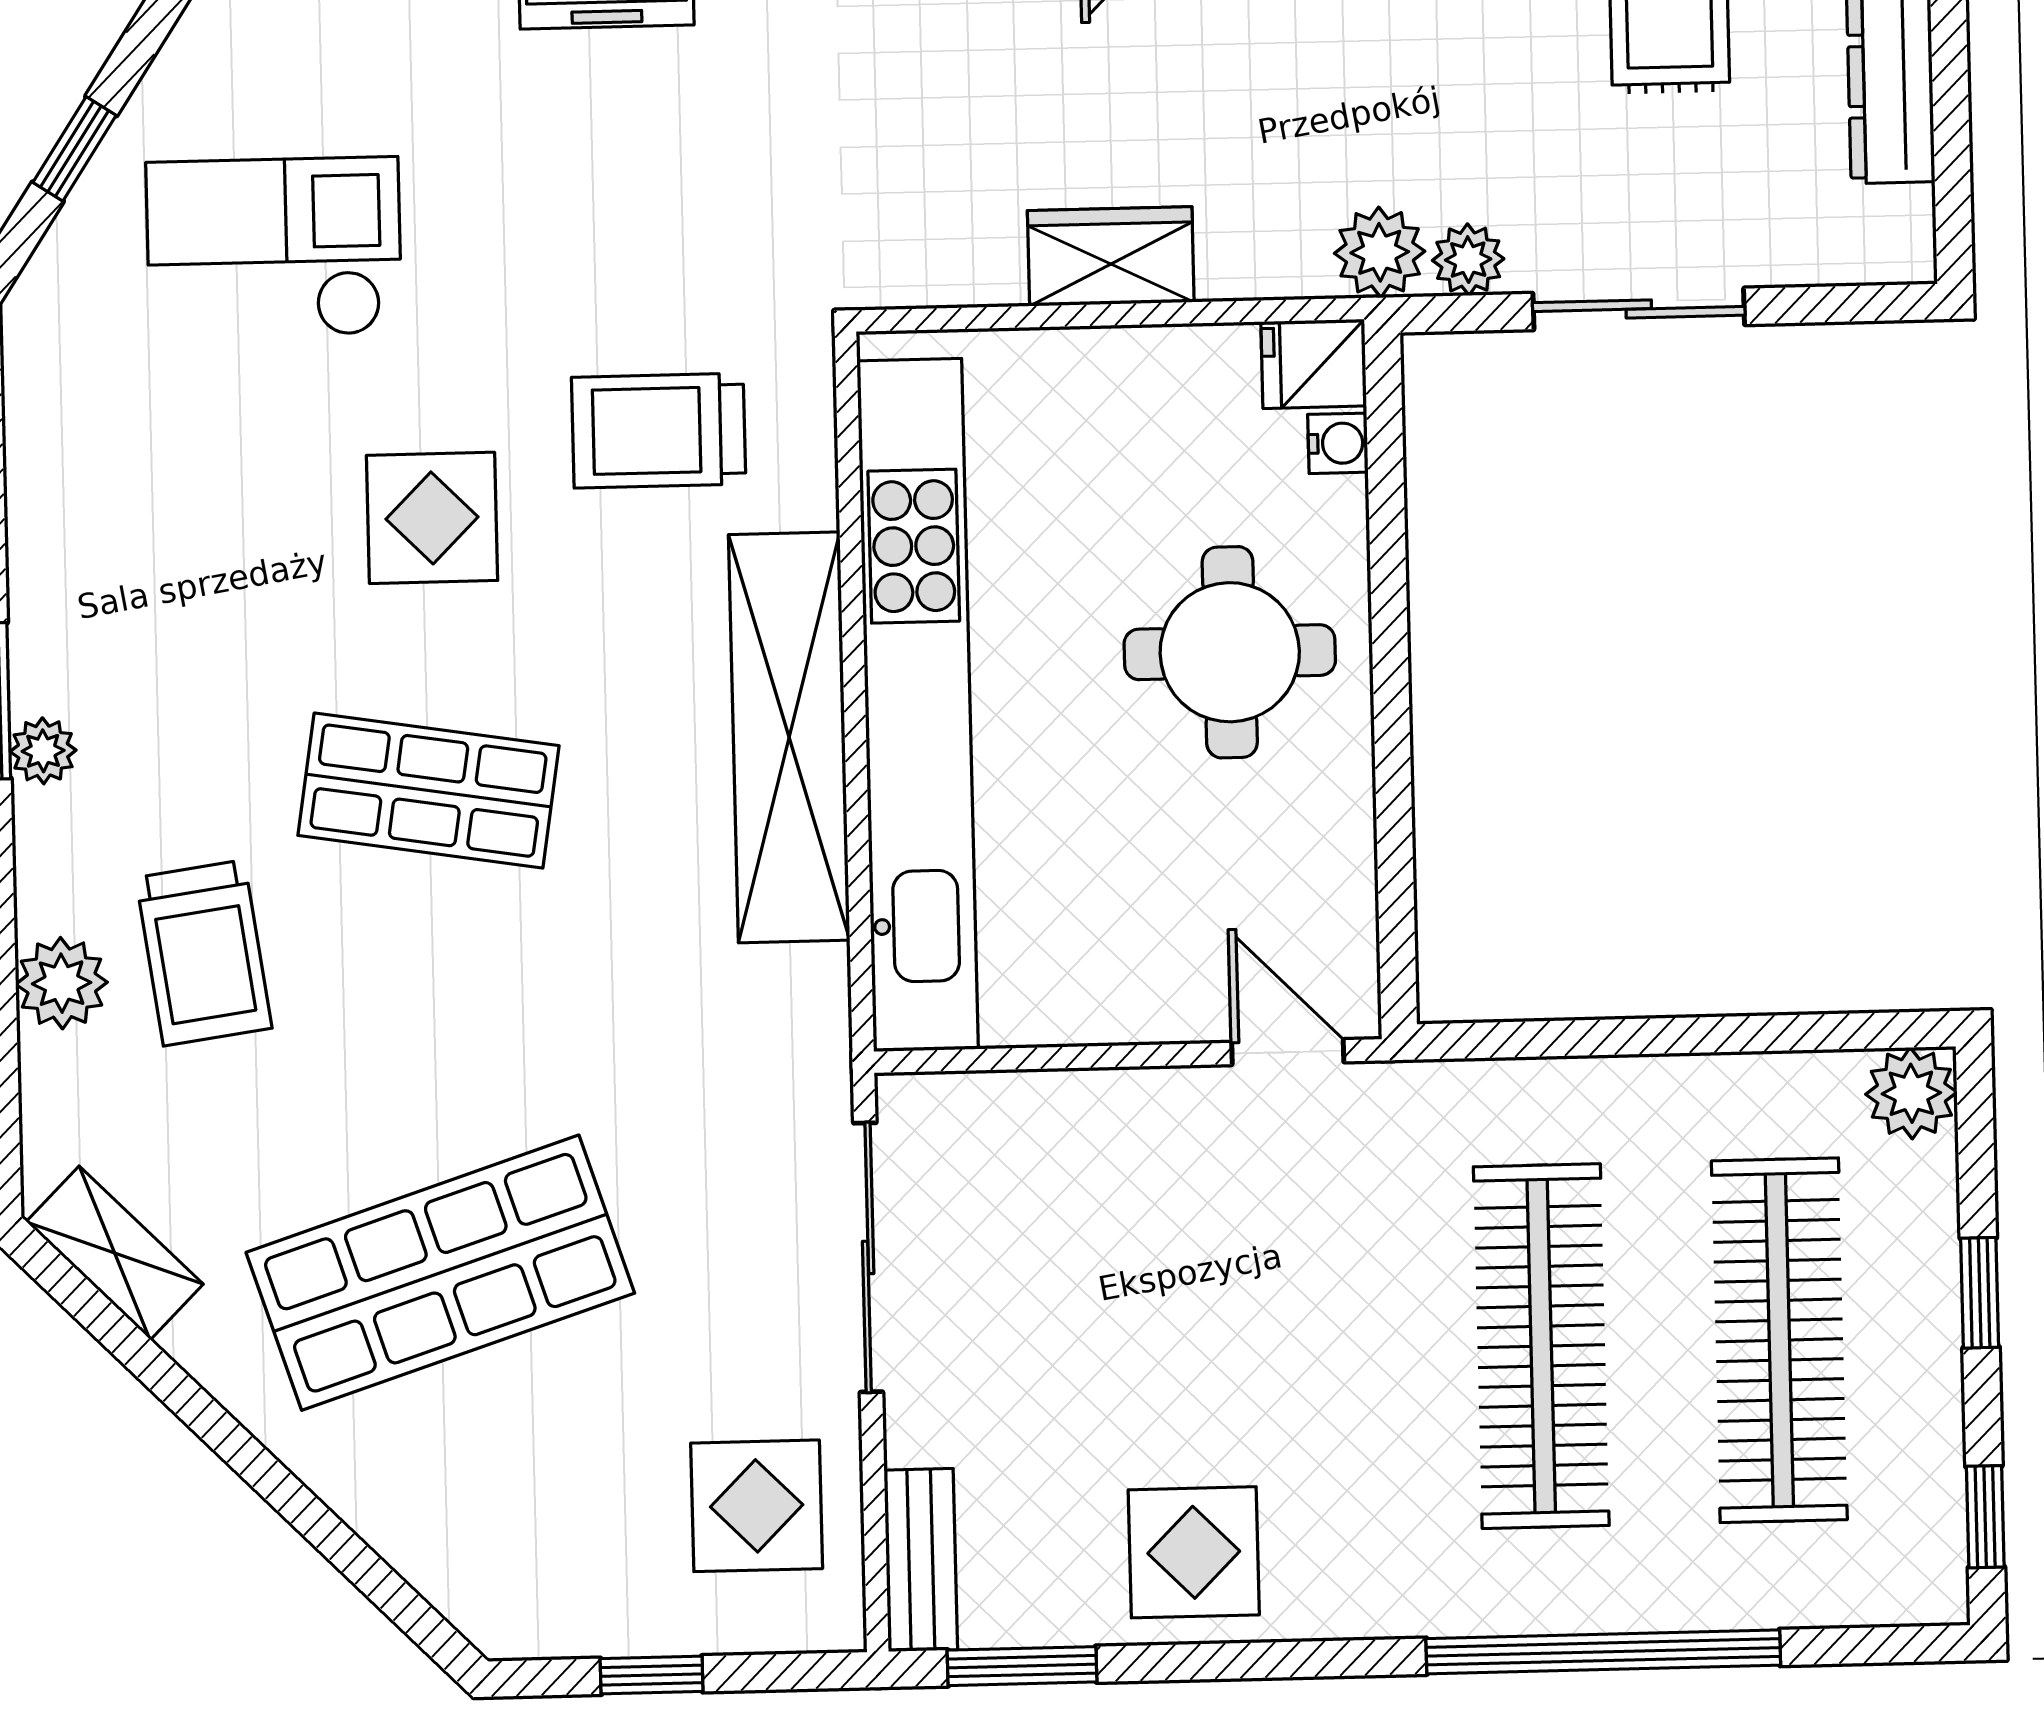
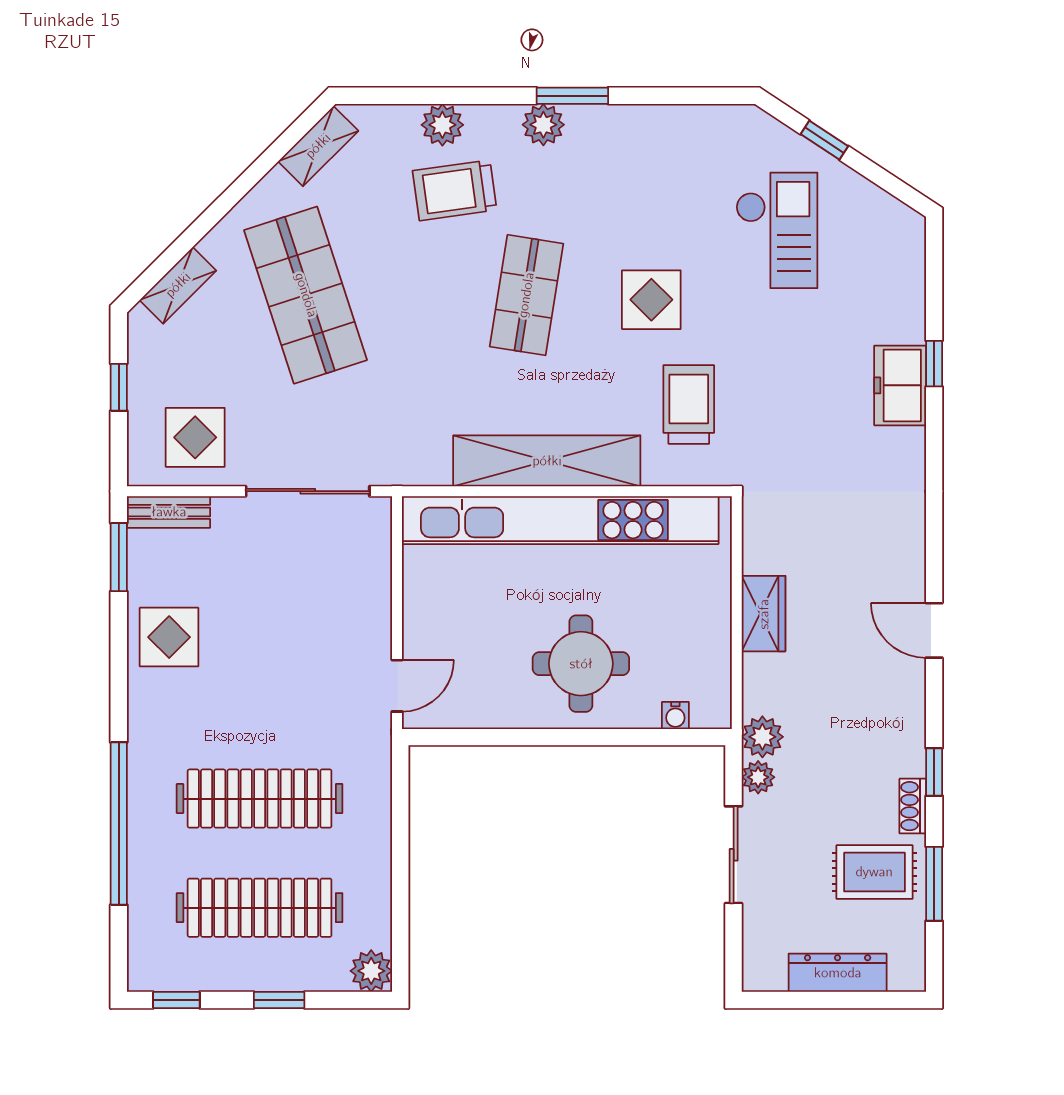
fridge: (1314, 364) -> (712, 705), removed
plant: (43, 751) -> (543, 125), width x1.38, depth x1.38
shelving: (426, 1552) -> (178, 285), added

